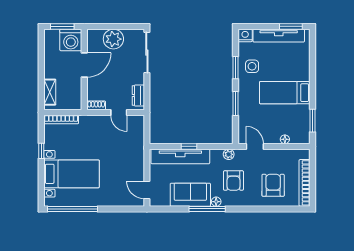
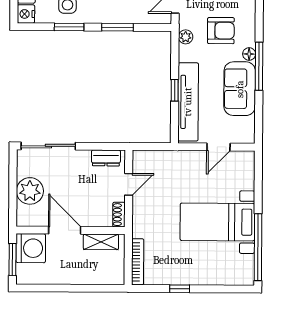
shelving: (50, 92) -> (101, 242), moved
bed with nightstands: (72, 174) -> (217, 222), moved, turned -90
door: (147, 190) -> (218, 147), moved

